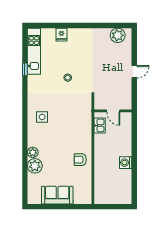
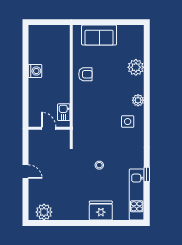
fridge: (61, 35) -> (101, 211), width x1.88, depth x1.34
door: (134, 72) -> (25, 172), swing flipped
plant: (33, 152) -> (138, 100), moved
sofa: (57, 195) -> (99, 35), moved

